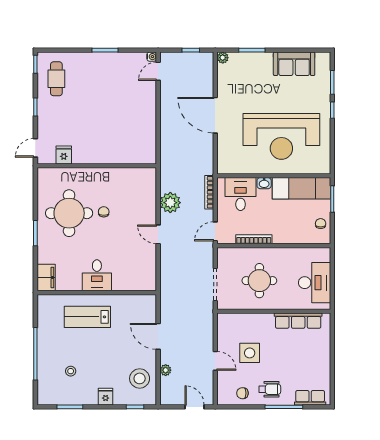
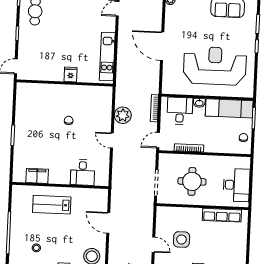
kitchen unit: (148, 131) -> (107, 56), added
reception desk: (281, 136) -> (215, 66), turned 180
fridge: (64, 155) -> (71, 74), moved
round table: (69, 213) -> (41, 120), removed
desk: (97, 275) -> (83, 172), moved
filing cabinet: (46, 278) -> (37, 176), moved, turned -90
plant: (166, 370) -> (113, 250), removed

